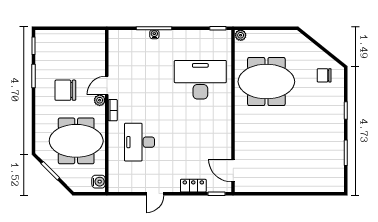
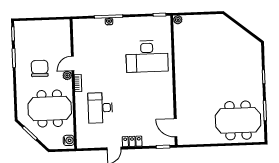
chair: (324, 75) -> (246, 49), removed
desk: (200, 80) -> (147, 56), turned 180
meeting table: (266, 82) -> (238, 120), moved
chair: (65, 90) -> (40, 68), turned 90
locker: (193, 186) -> (132, 141), moved

